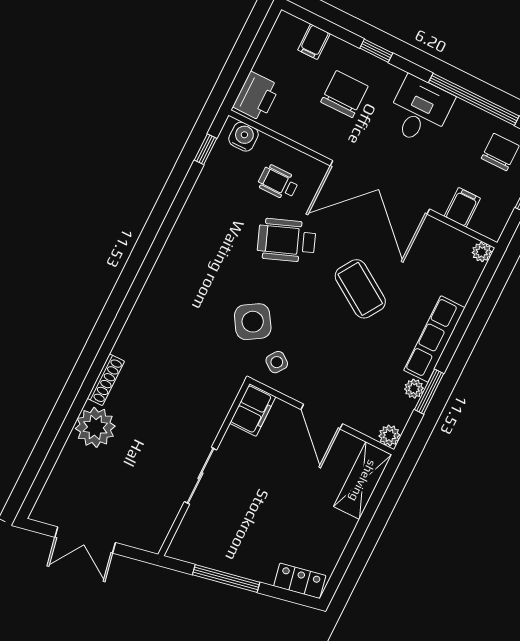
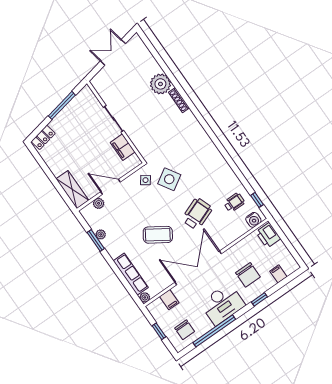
desk: (419, 111) -> (222, 304), width x1.37
wheelchair: (278, 182) -> (234, 203), moved
row of seats: (434, 339) -> (131, 274), moved
filing cabinet: (253, 410) -> (123, 147), moved
plant: (389, 435) -> (99, 203), moved

